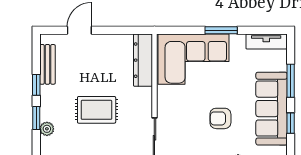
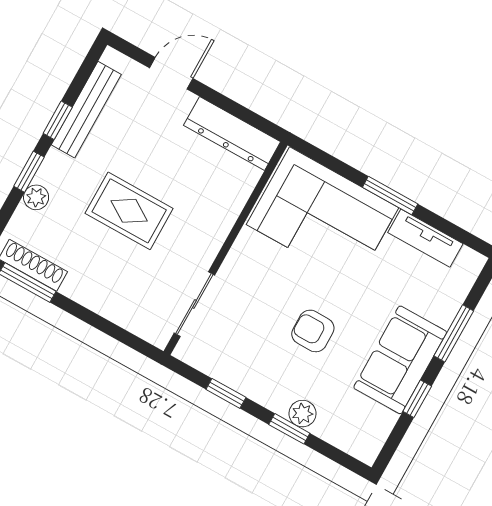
tv unit: (266, 42) -> (425, 238), moved
dresser: (143, 60) -> (232, 134), moved, turned -90
bench: (47, 64) -> (86, 110), width x1.36
sofa: (272, 109) -> (400, 360), width x0.73

